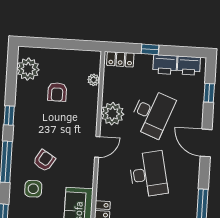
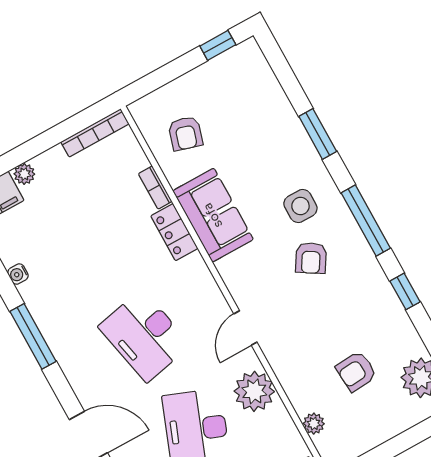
armchair: (57, 92) -> (356, 371), turned -94

